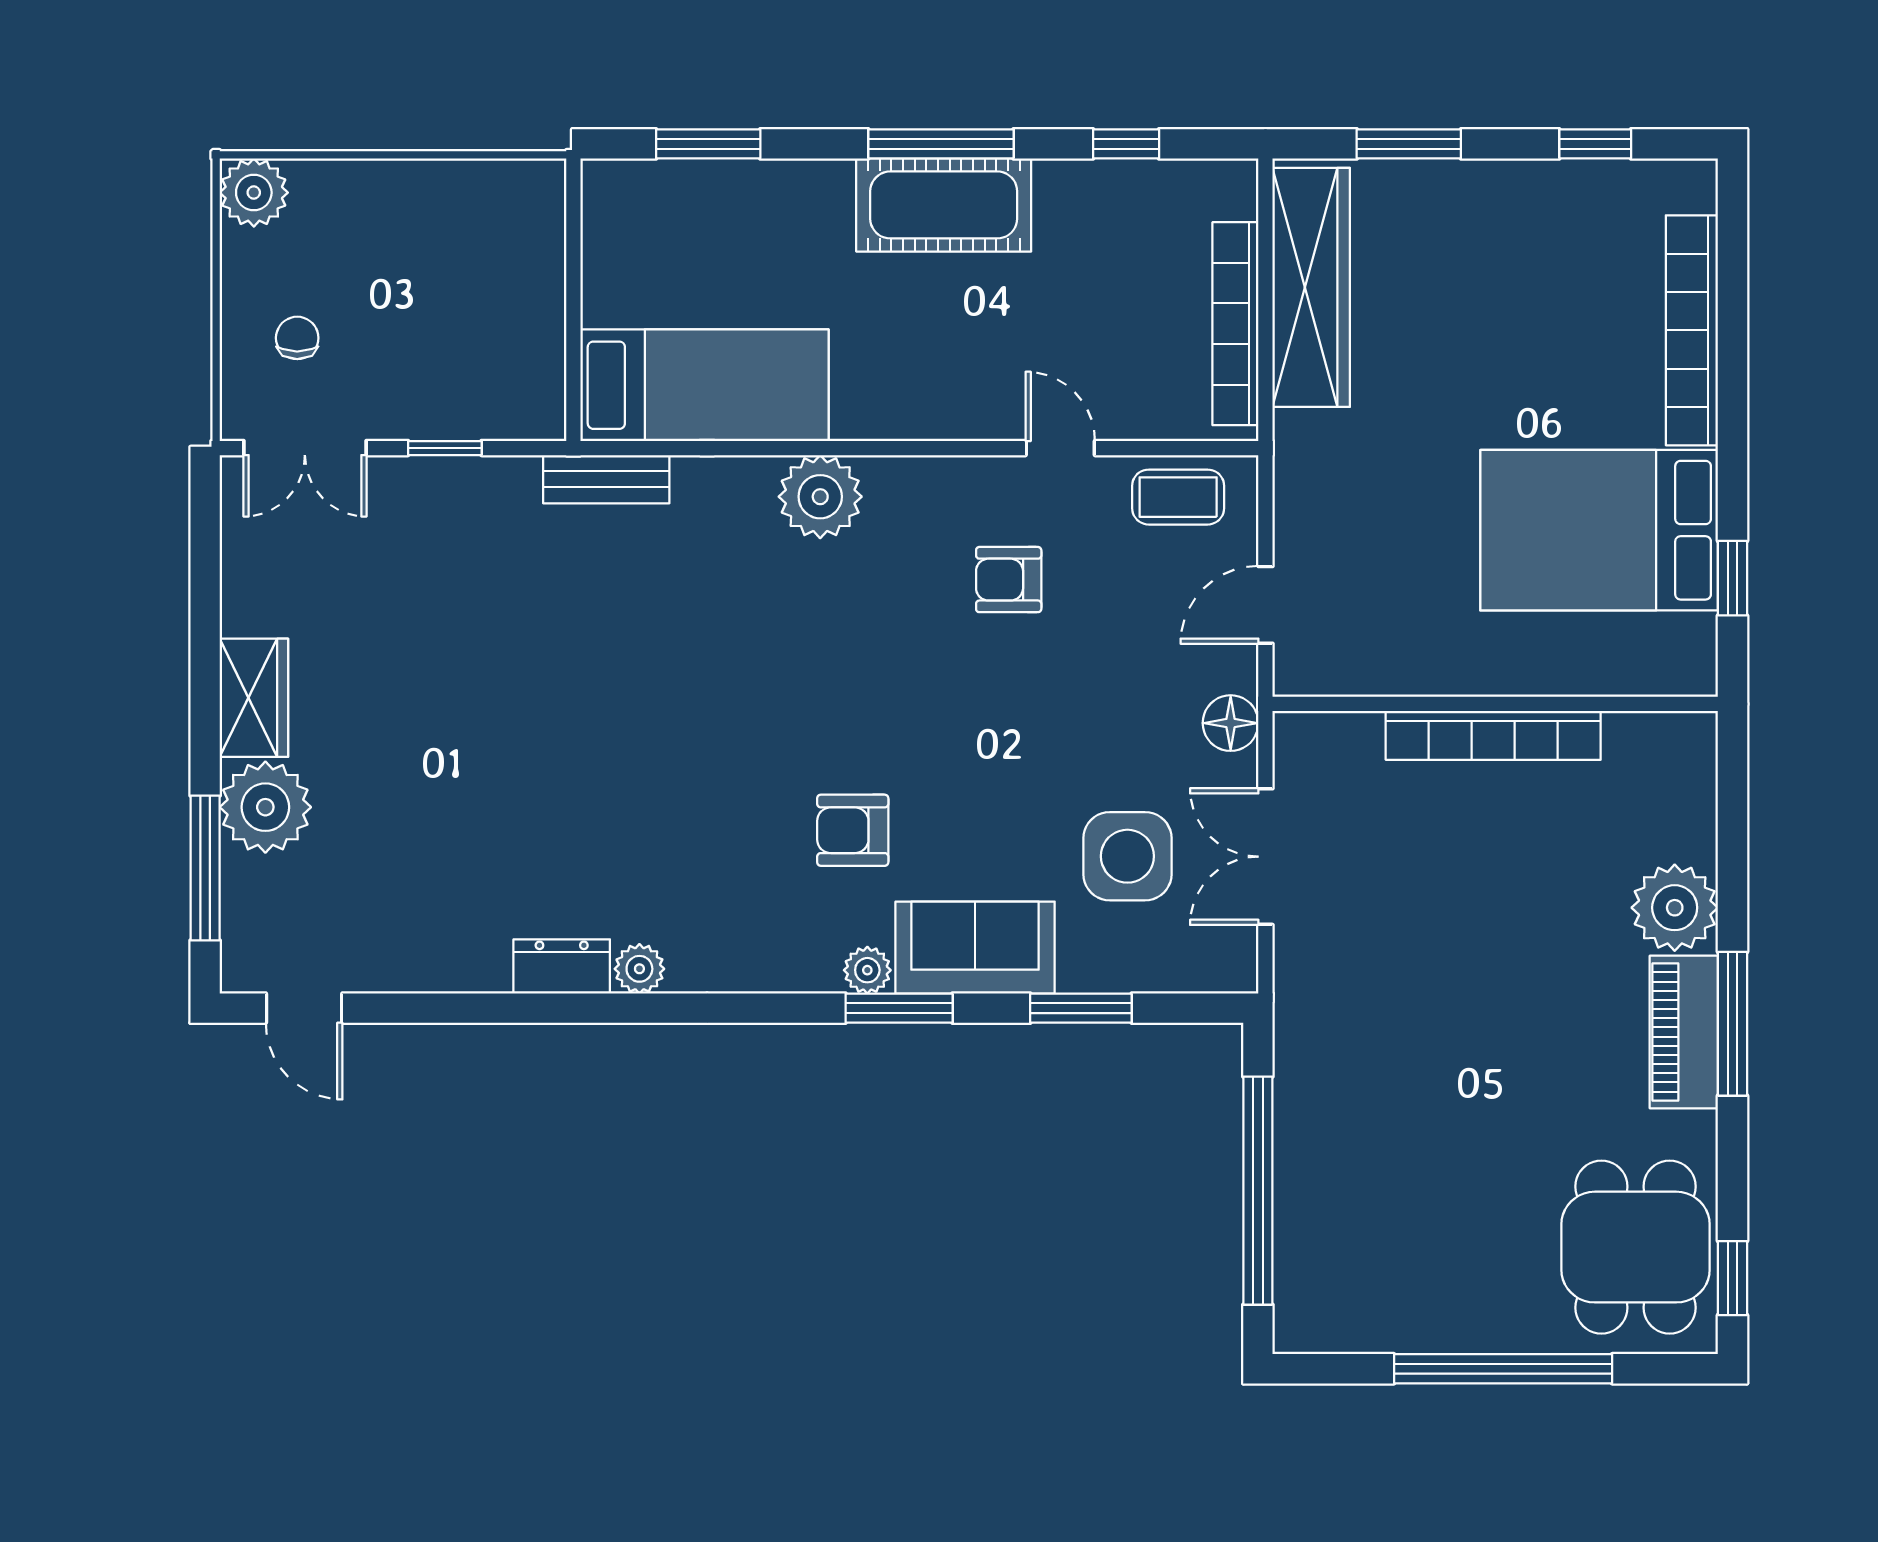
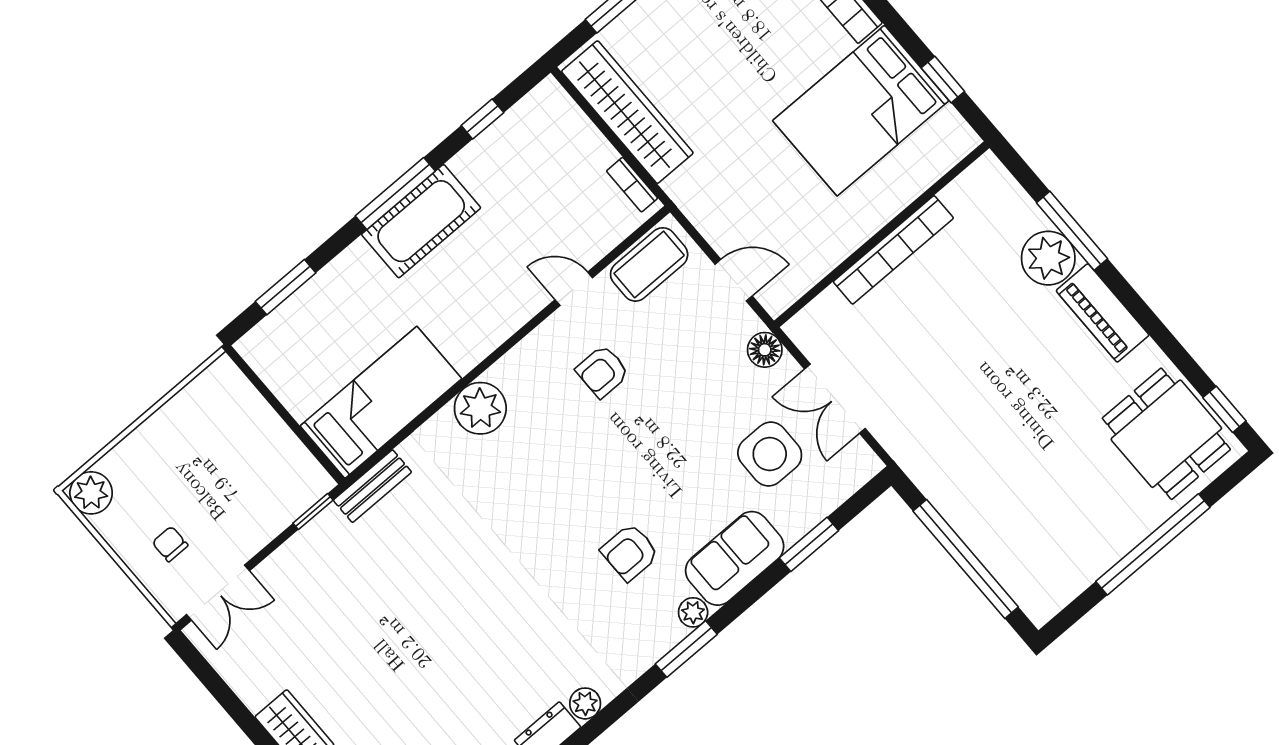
bookcase: (1235, 324) -> (632, 185), width x0.43, depth x0.76
window: (445, 448) -> (313, 512), moved
coffee table: (1178, 497) -> (649, 264), width x1.36, depth x1.30
door: (1265, 605) -> (734, 280), swing flipped
window: (899, 1008) -> (686, 649), moved
window: (1733, 1024) -> (1072, 231), moved

